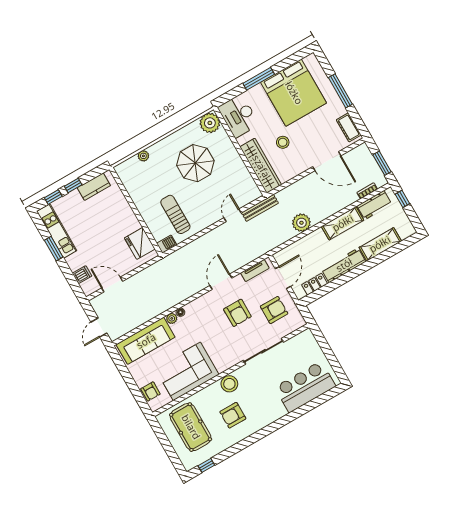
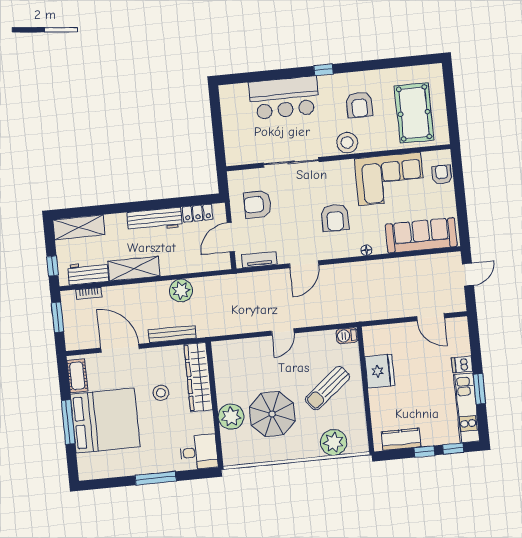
bed: (294, 93) -> (105, 420), moved, turned 90
desk: (239, 116) -> (199, 452), width x0.73
plant: (210, 123) -> (231, 417), moved
plant: (143, 156) -> (334, 443), width x1.88, depth x1.88
bench: (260, 208) -> (172, 334), moved
sun lounger: (175, 214) -> (328, 388), moved, turned 51
door: (233, 215) -> (283, 332), moved
fridge: (140, 243) -> (380, 371), moved
shelving: (380, 244) -> (79, 227), moved
dishwasher: (82, 275) -> (462, 364), moved
armchair: (237, 313) -> (335, 218), moved, turned 180
plant: (172, 318) -> (380, 248), removed
bar counter: (305, 387) -> (284, 98), moved
armchair: (233, 415) -> (359, 105), turned 90
window: (206, 465) -> (323, 70), moved

